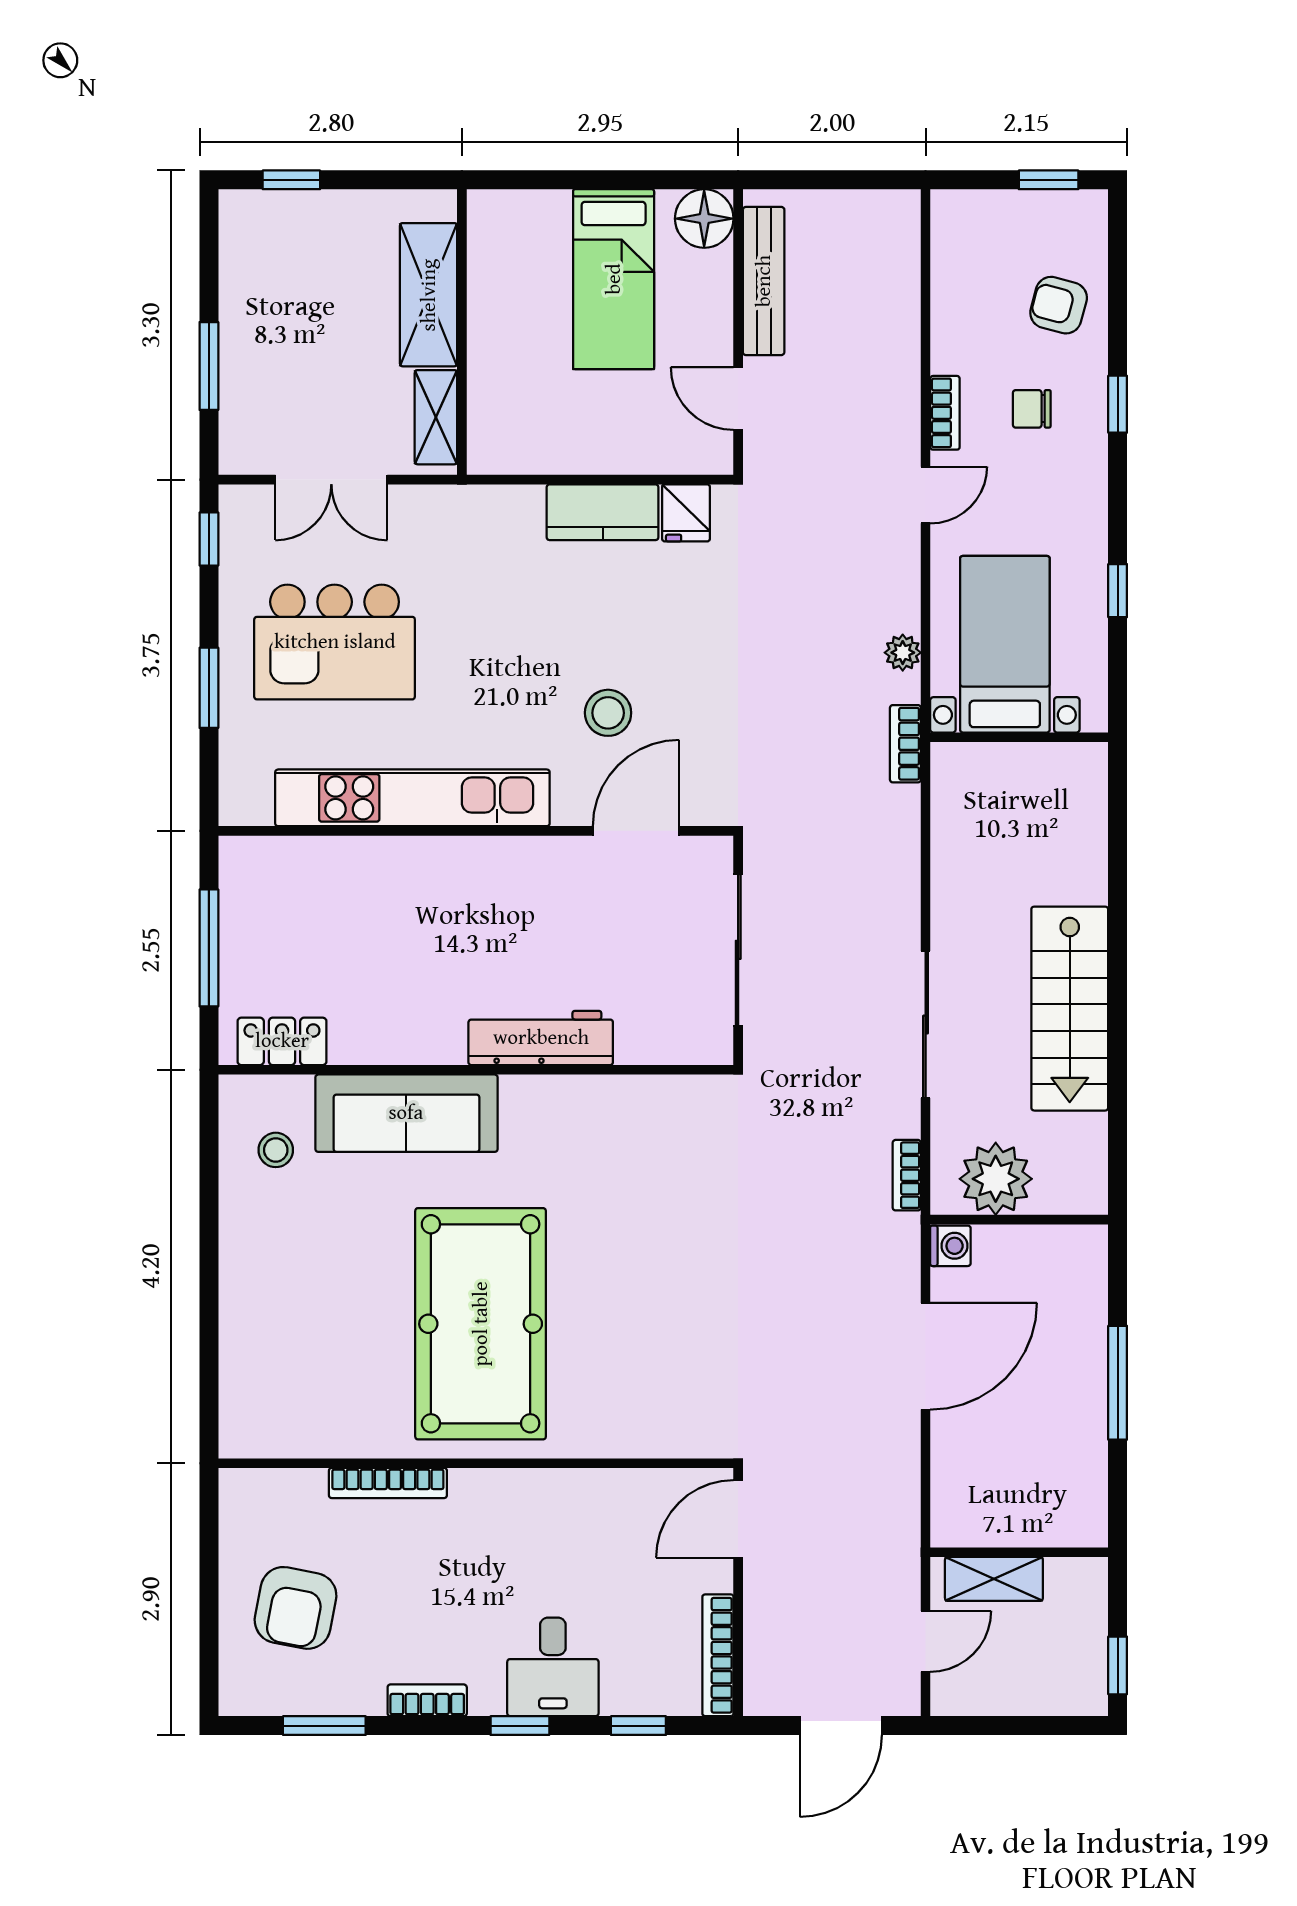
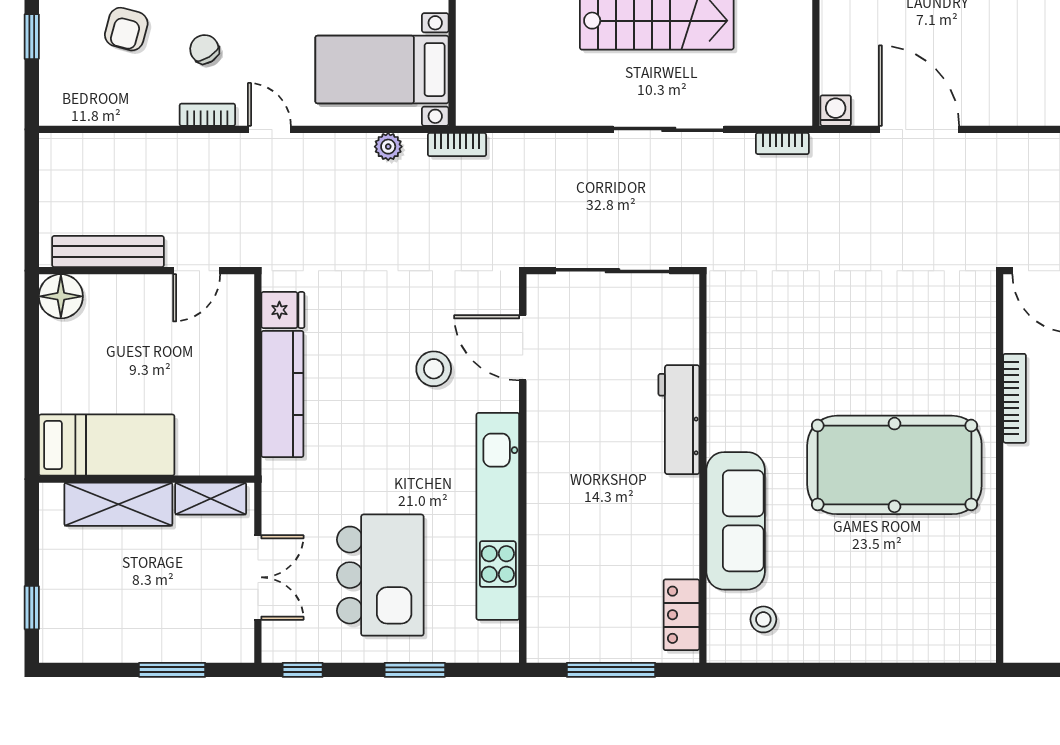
bed: (614, 279) -> (107, 445), moved
chair: (1032, 409) -> (204, 49), turned 147
kitchen counter: (603, 512) -> (282, 394), width x1.50
plant: (996, 1179) -> (785, 76), removed
bookcase: (388, 1483) -> (1015, 398), moved

